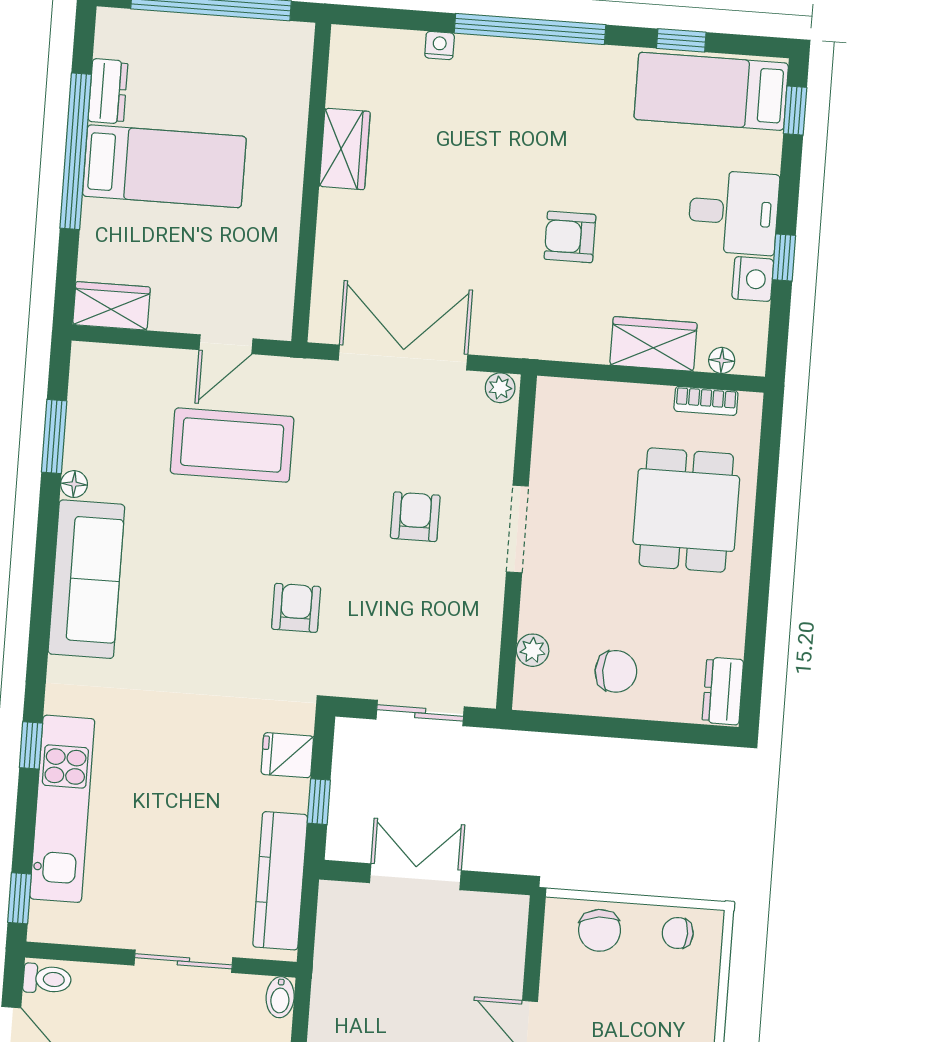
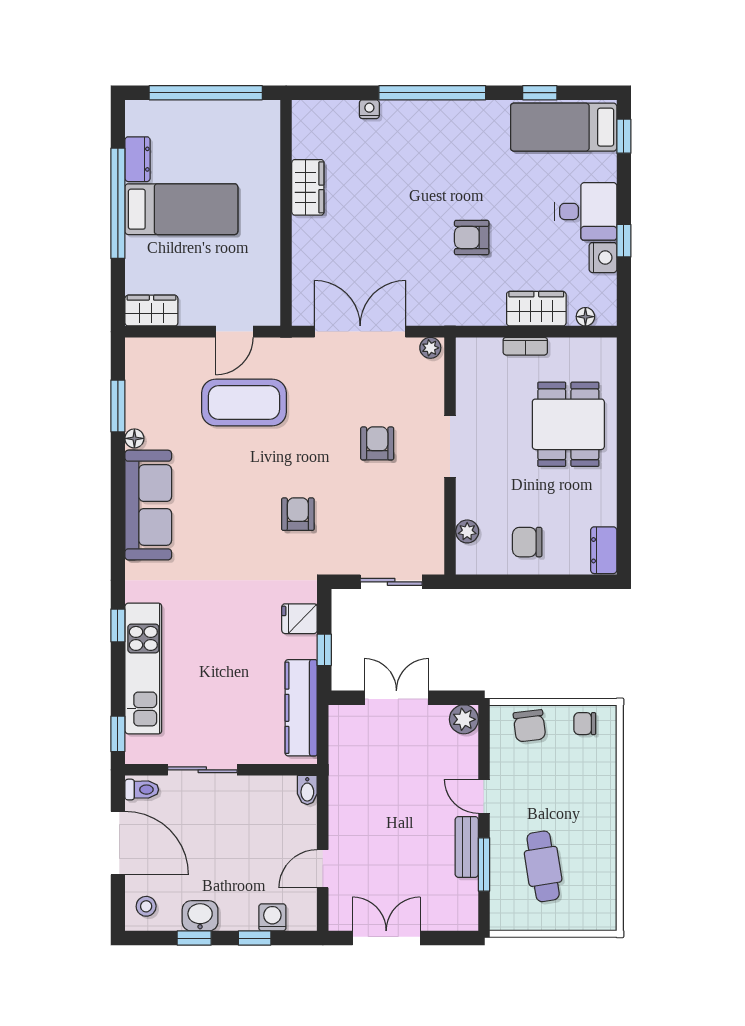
bookcase: (706, 401) -> (525, 346), moved
chair: (616, 671) -> (527, 542), turned 180
plant: (508, 914) -> (464, 719), added
sliding door: (183, 961) -> (202, 770), moved

